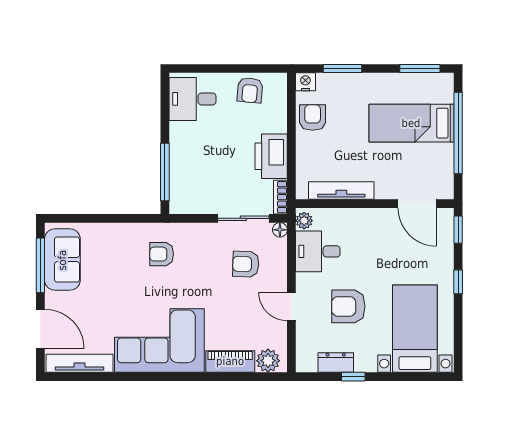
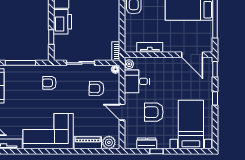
printer: (271, 156) -> (62, 22), moved, turned 180
window: (165, 172) -> (51, 37), width x0.46
tv unit: (341, 191) -> (150, 47), width x0.71
window: (110, 218) -> (20, 63), added
sliding door: (243, 218) -> (81, 63), moved

